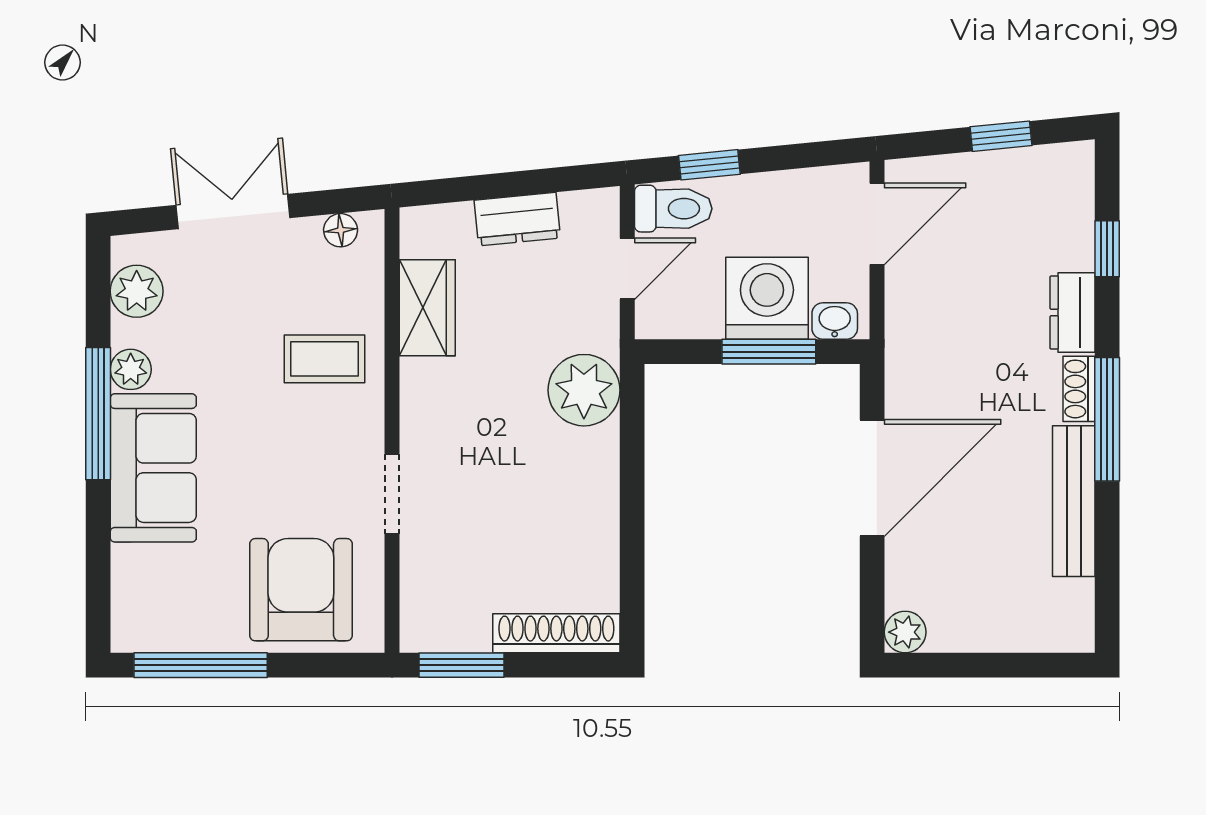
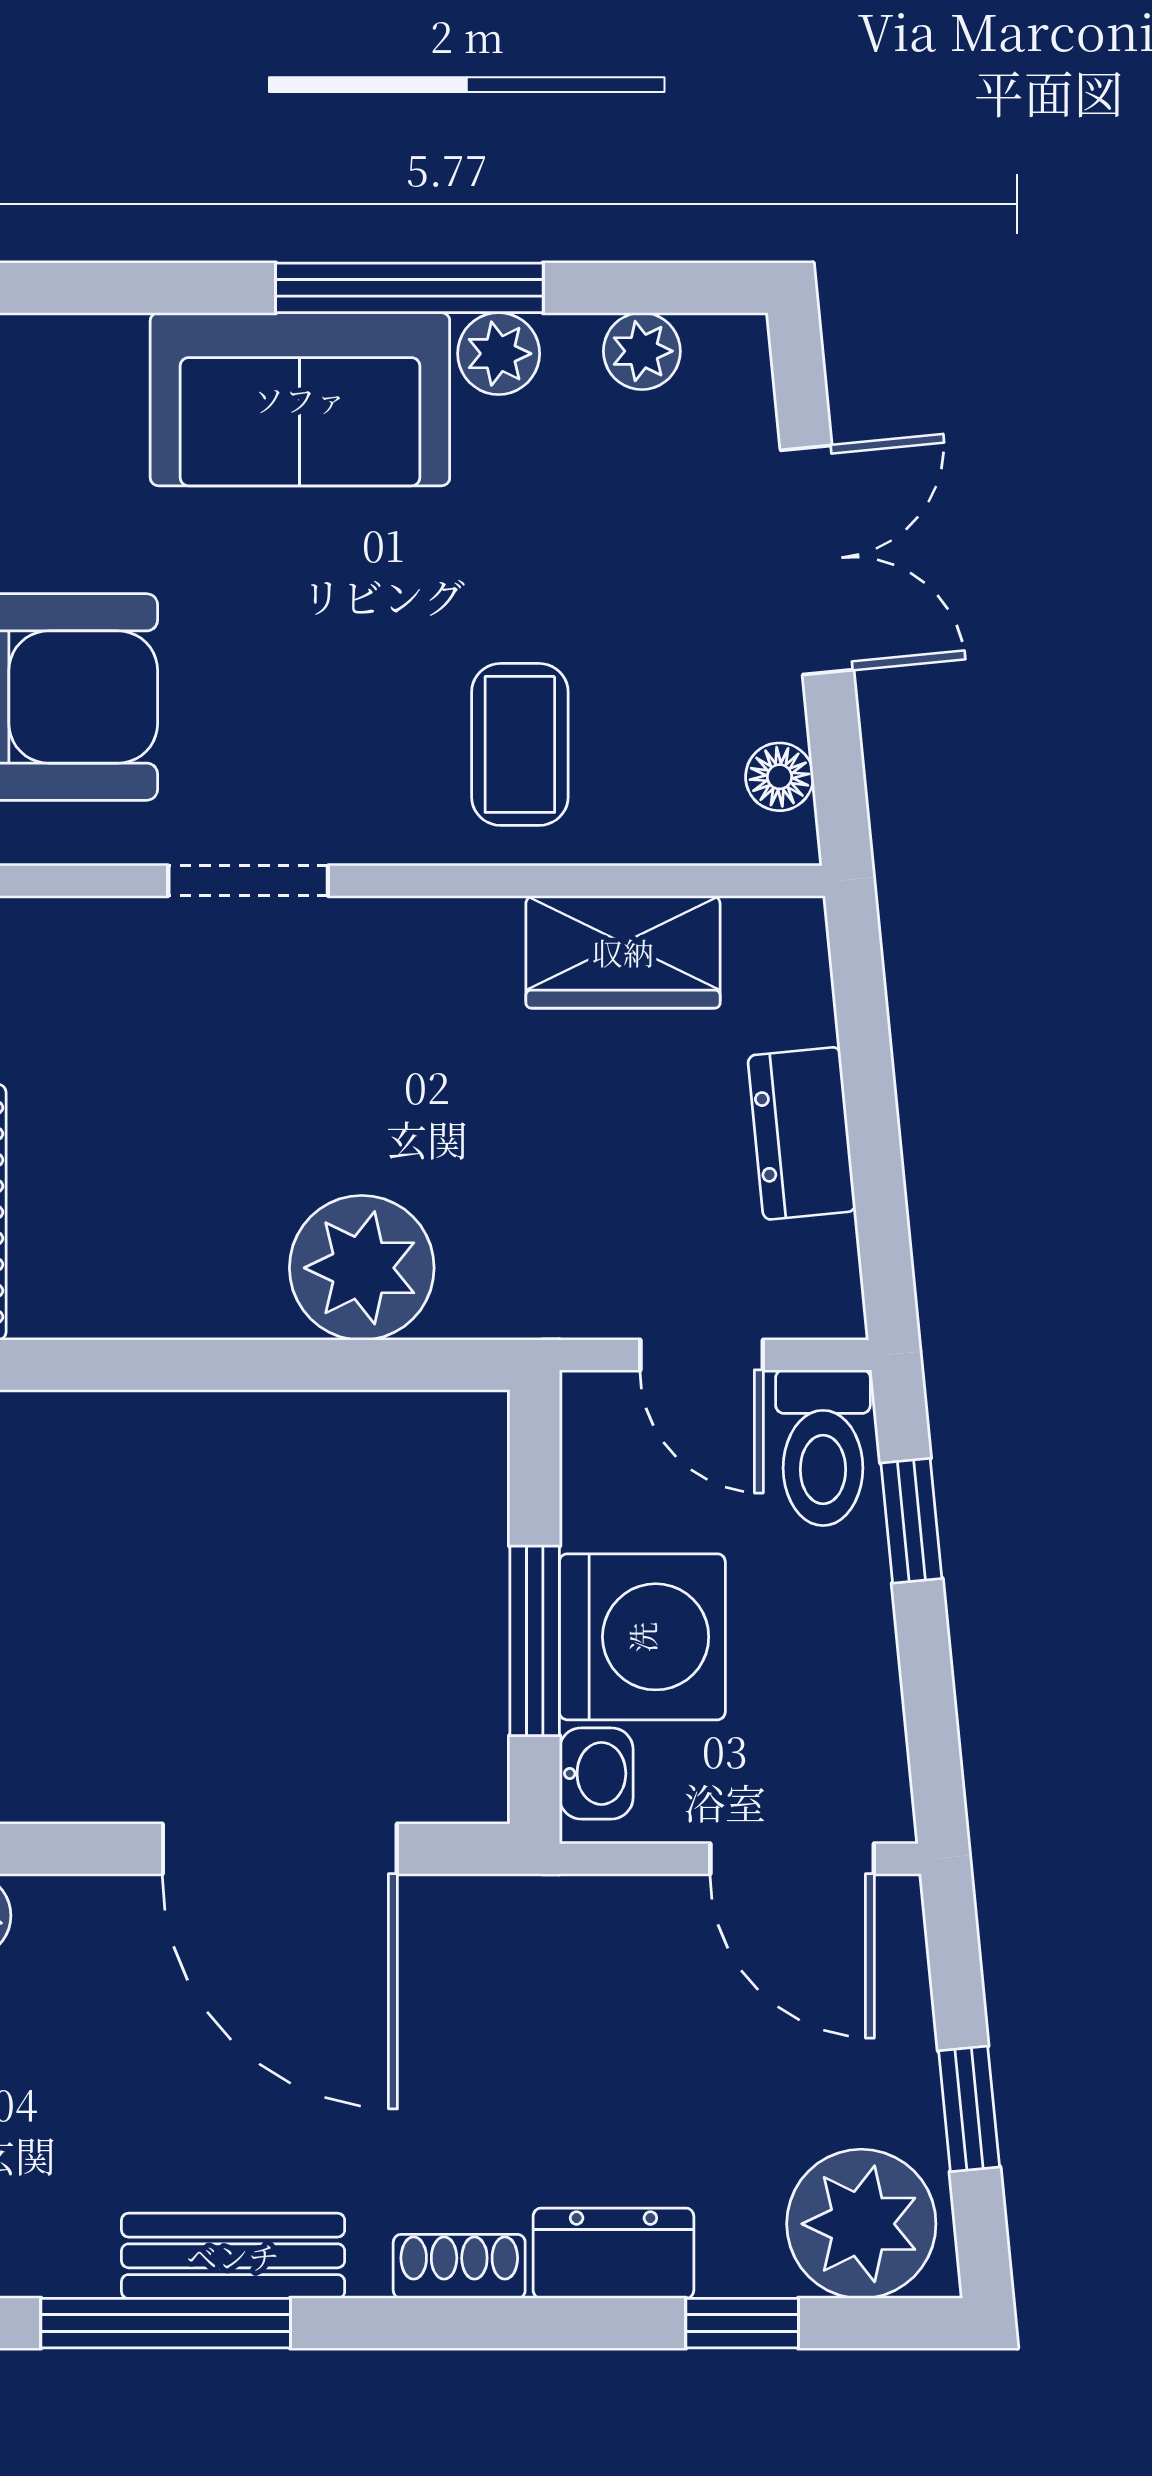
plant: (1058, 190) -> (861, 2224), added
plant: (137, 291) -> (642, 351), width x0.73, depth x0.73
plant: (584, 390) -> (362, 1268), moved
window: (1107, 419) -> (166, 2323), moved
bench: (1074, 501) -> (233, 2256), width x0.73

